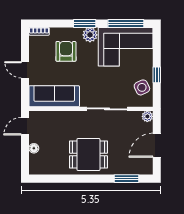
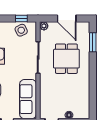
window: (157, 75) -> (21, 19), moved
dining table: (88, 154) -> (66, 59), moved

